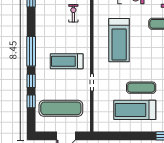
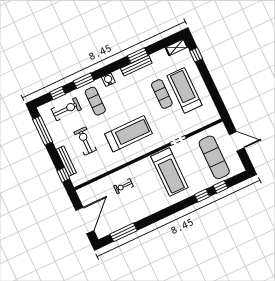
window: (31, 51) -> (175, 208), removed
treadmill: (67, 61) -> (169, 172), width x1.37, depth x1.38
treadmill: (135, 110) -> (184, 90), turned 180

